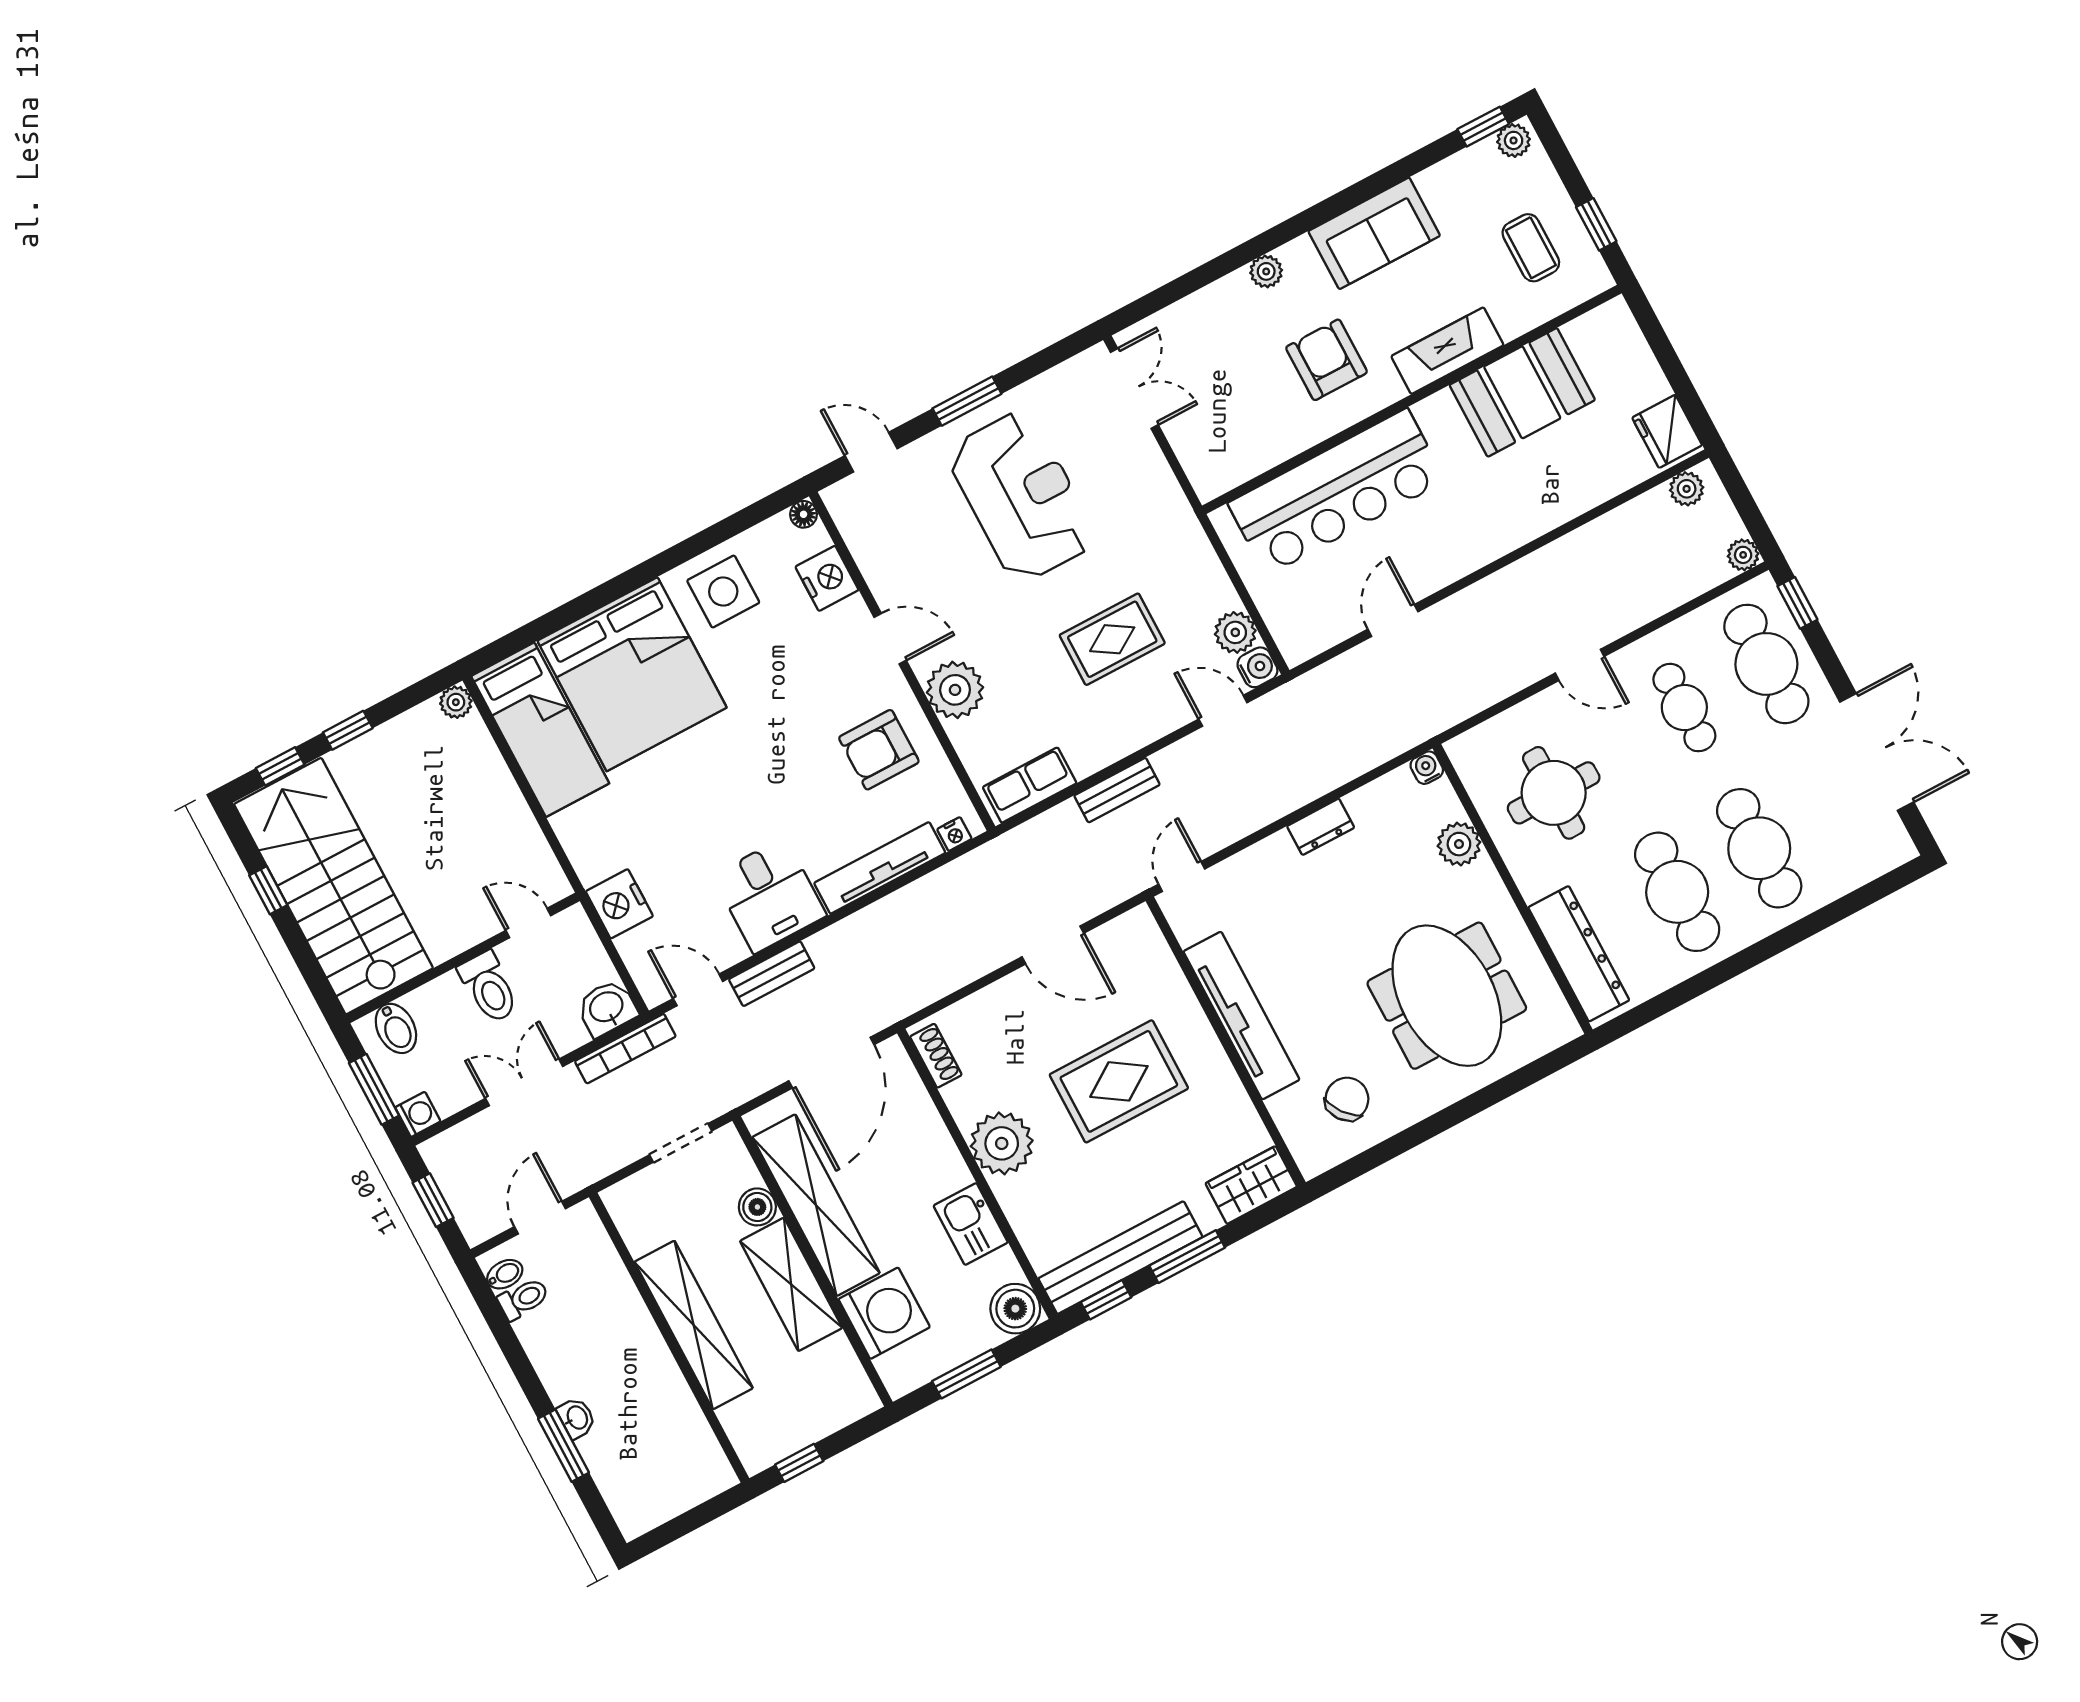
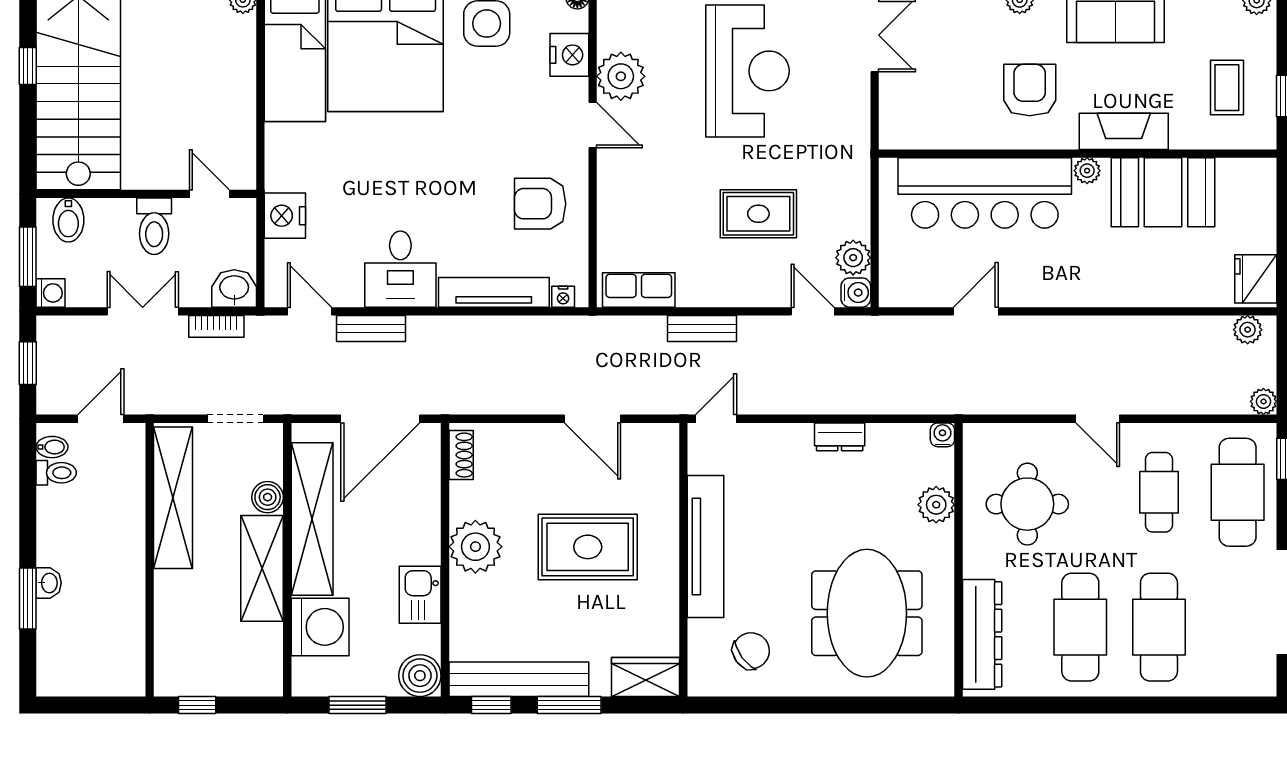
plant: (1431, 412) -> (1087, 171), added
plant: (955, 690) -> (621, 76), moved
bookcase: (625, 1049) -> (216, 326), width x0.64
shelving: (694, 1325) -> (173, 498), moved

